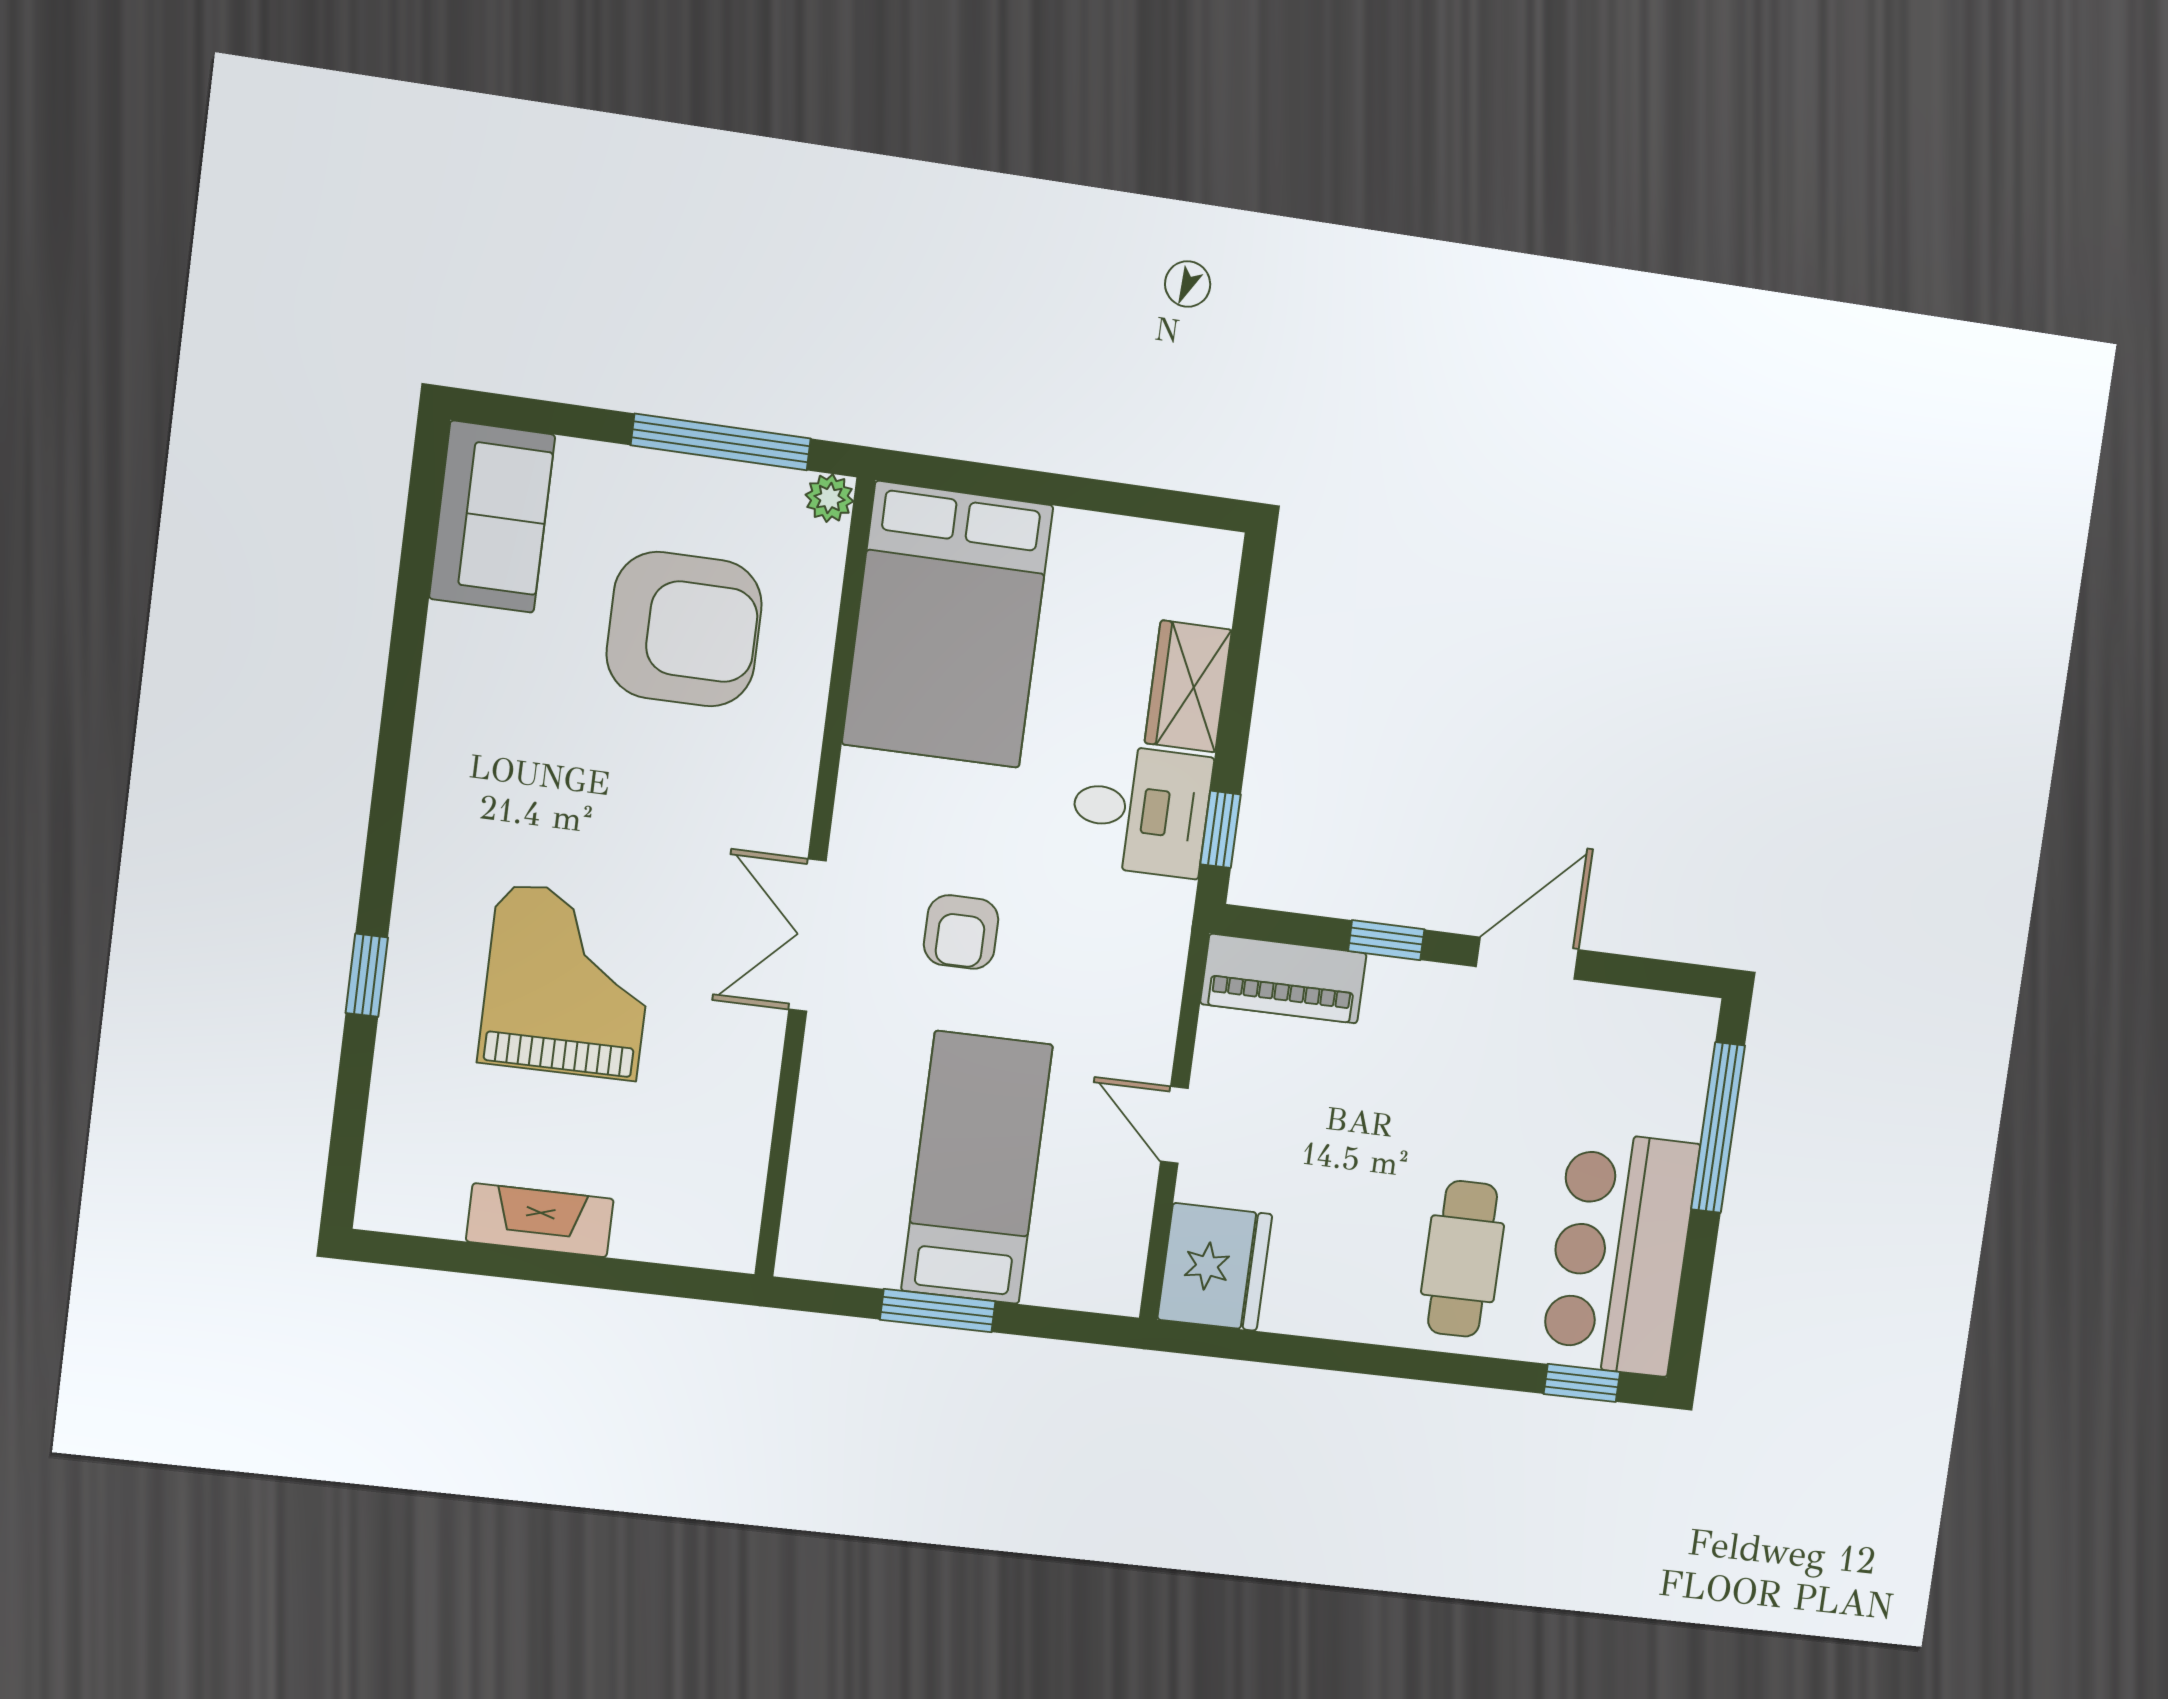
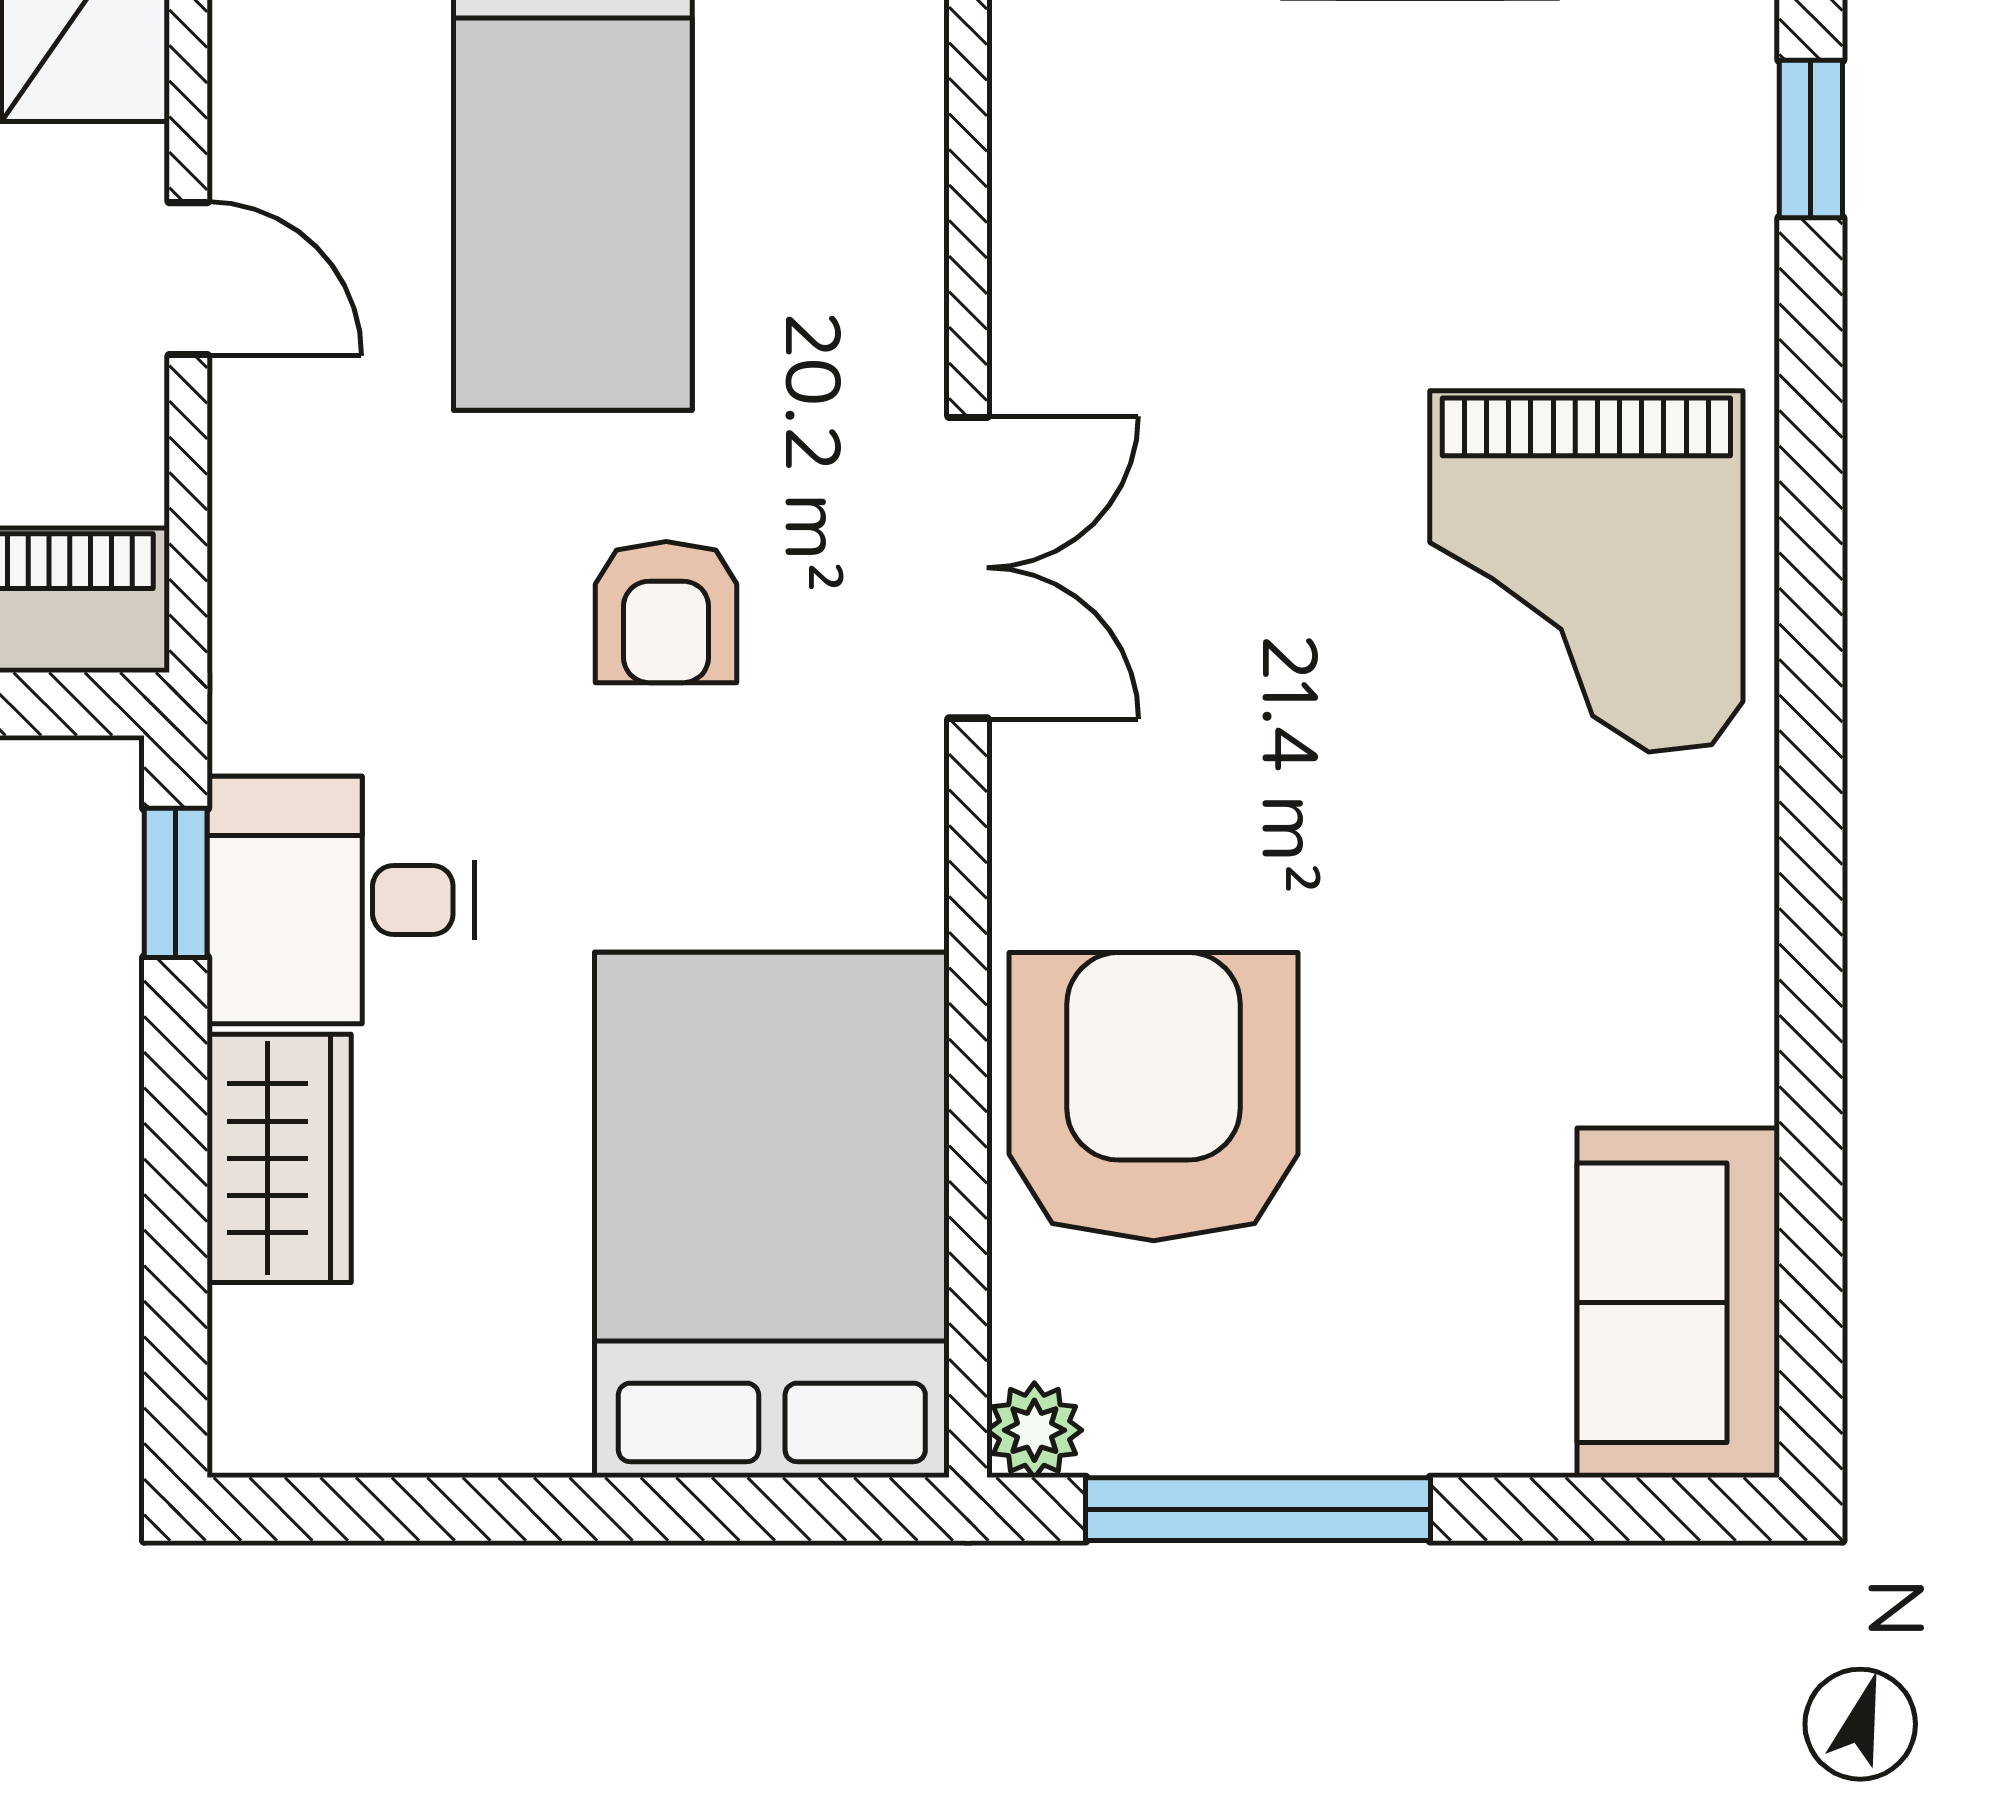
armchair: (684, 629) -> (1154, 1097), moved, turned 90
armchair: (961, 932) -> (666, 612), turned 180
window: (367, 975) -> (1811, 139), moved
grand piano: (568, 982) -> (1586, 571), moved

